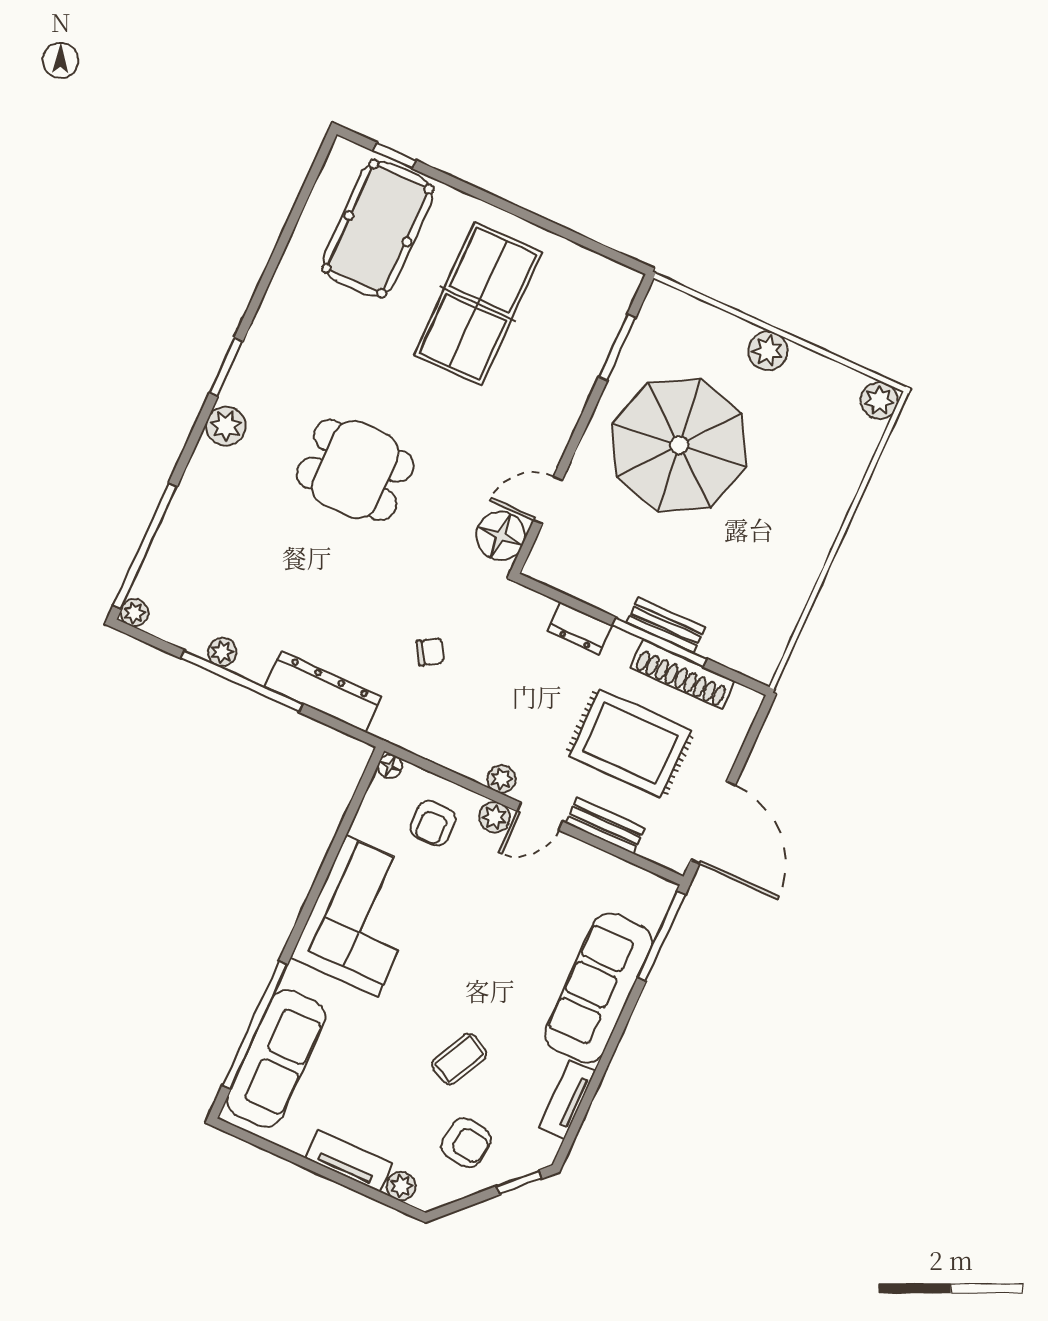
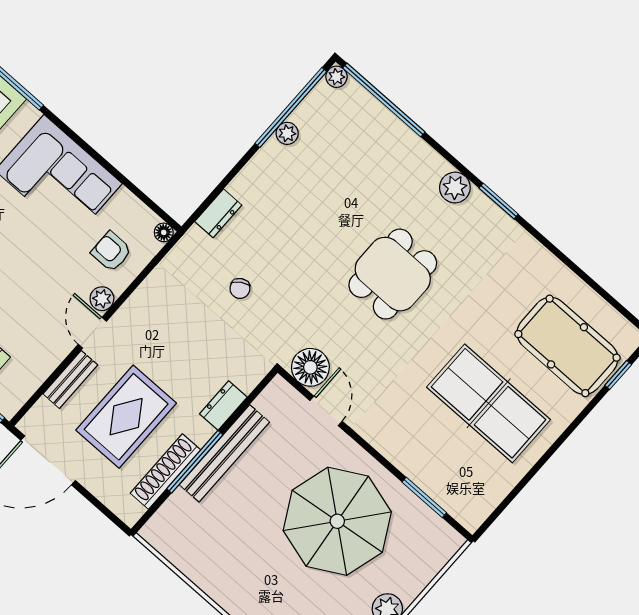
bench: (666, 625) -> (224, 453), width x1.86, depth x1.21
window: (242, 681) -> (291, 107), moved
dresser: (323, 692) -> (218, 213), width x0.51, depth x0.80
plant: (502, 779) -> (129, 313), removed

